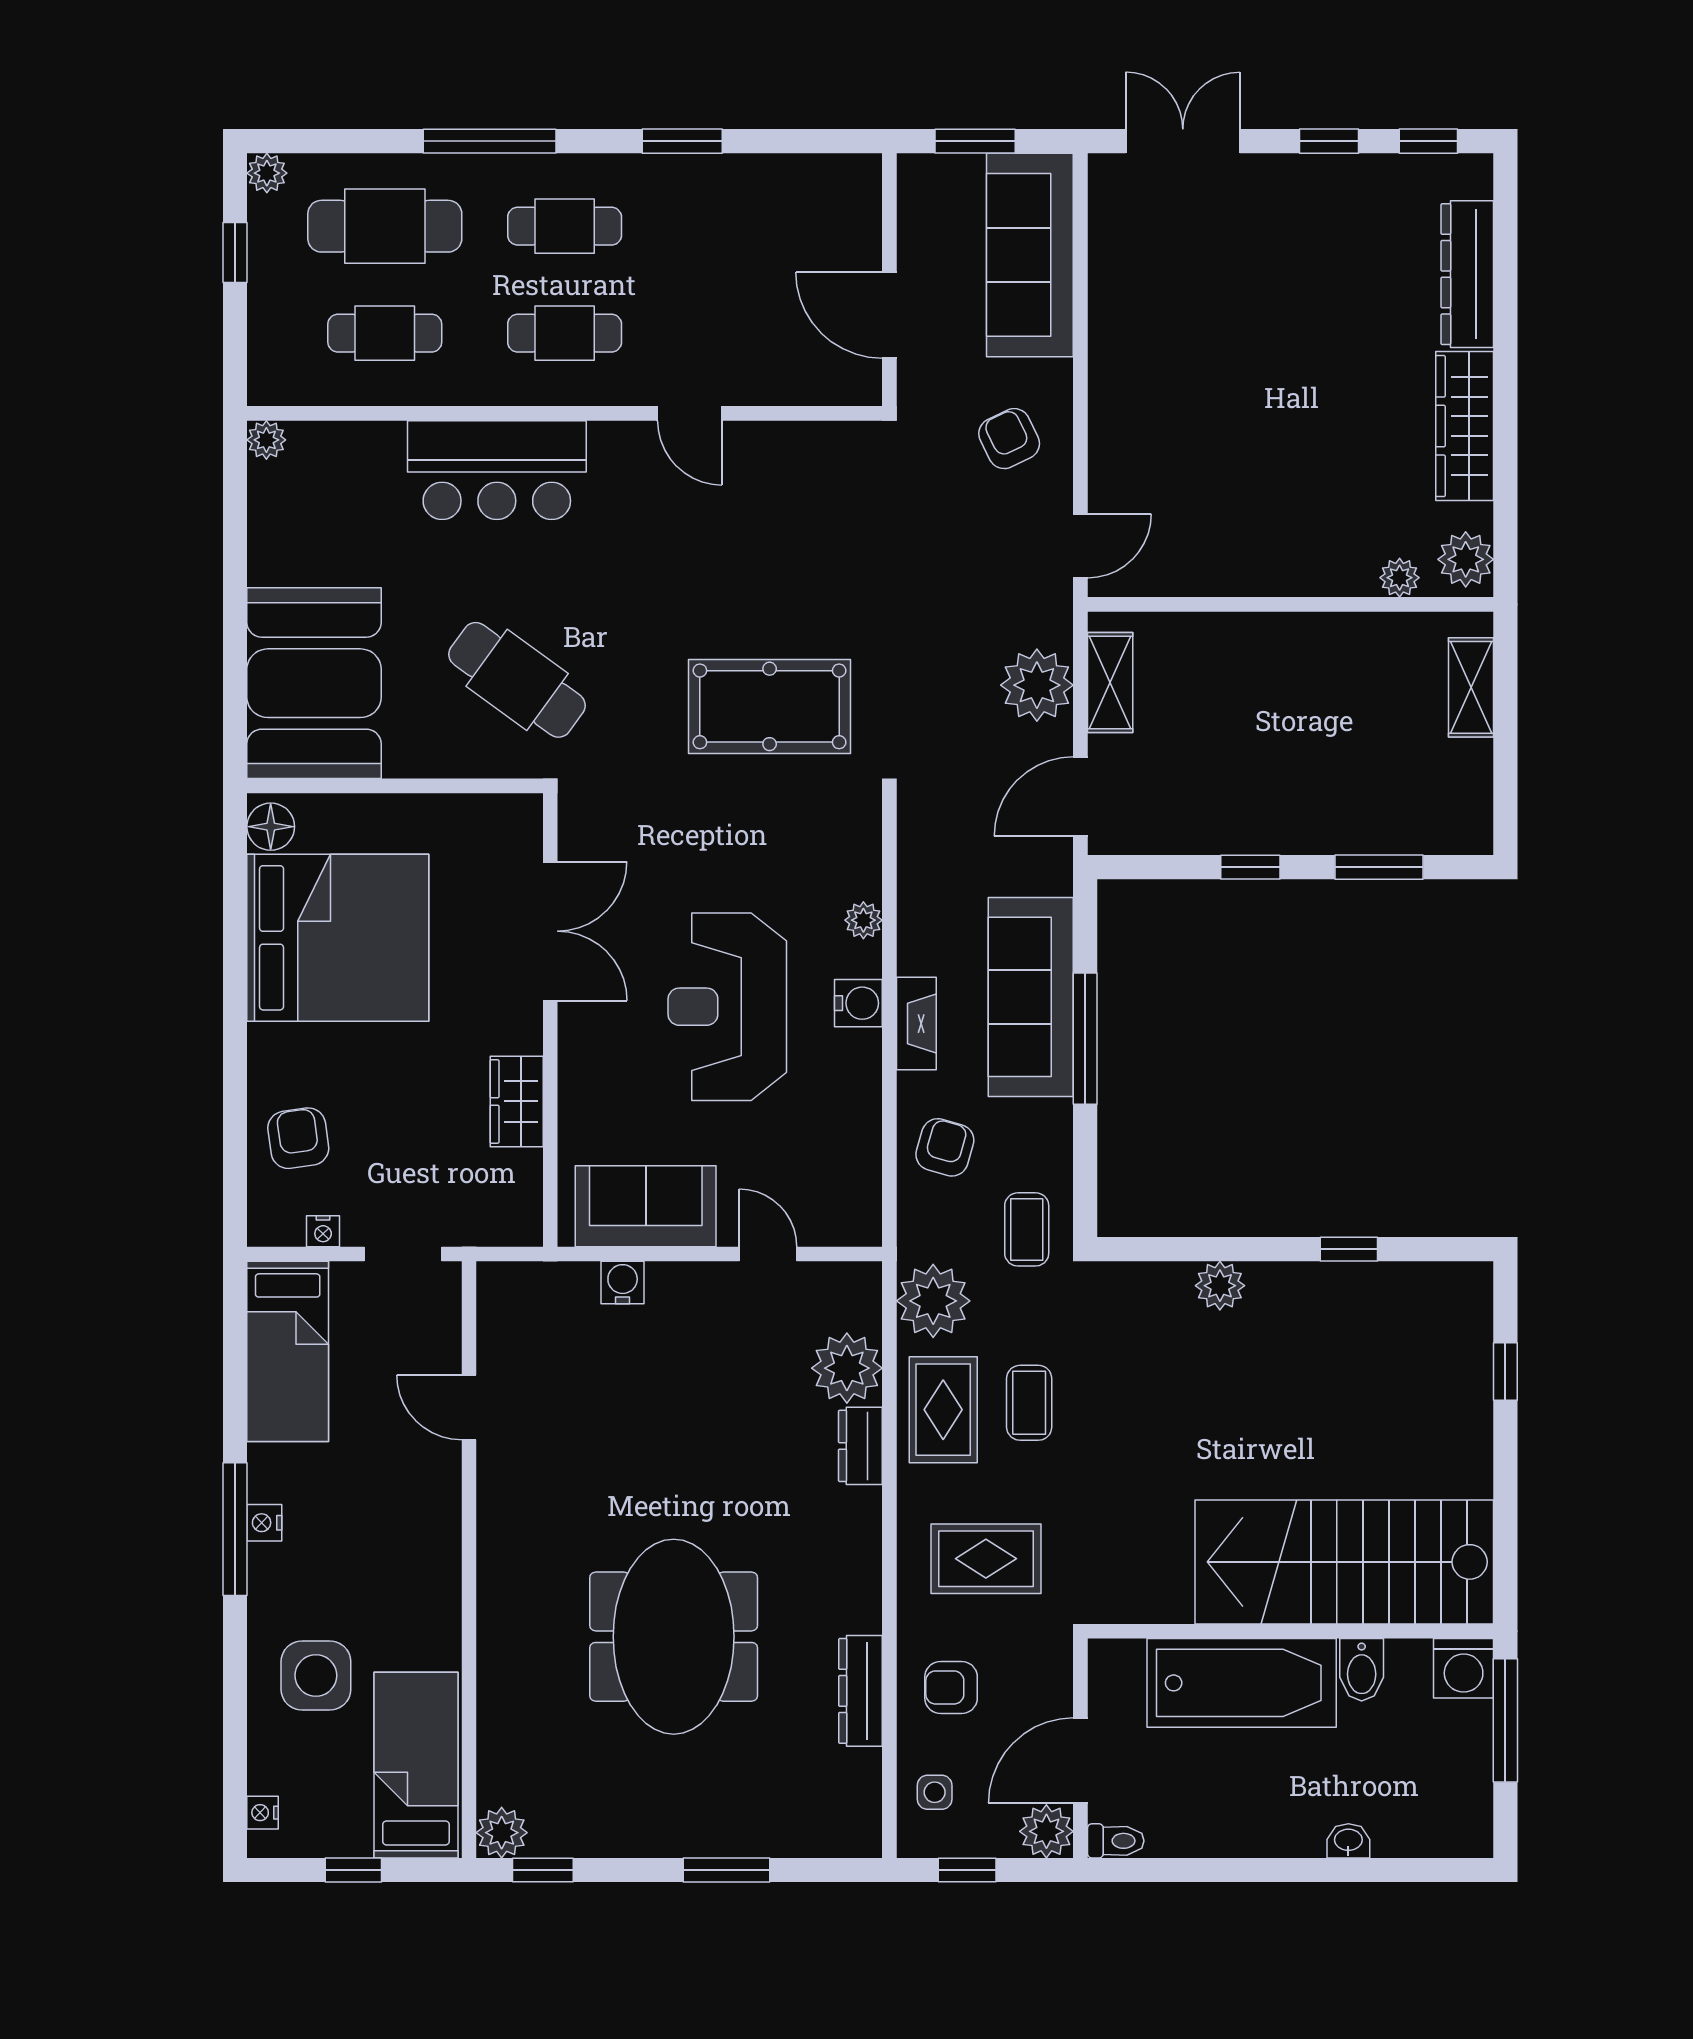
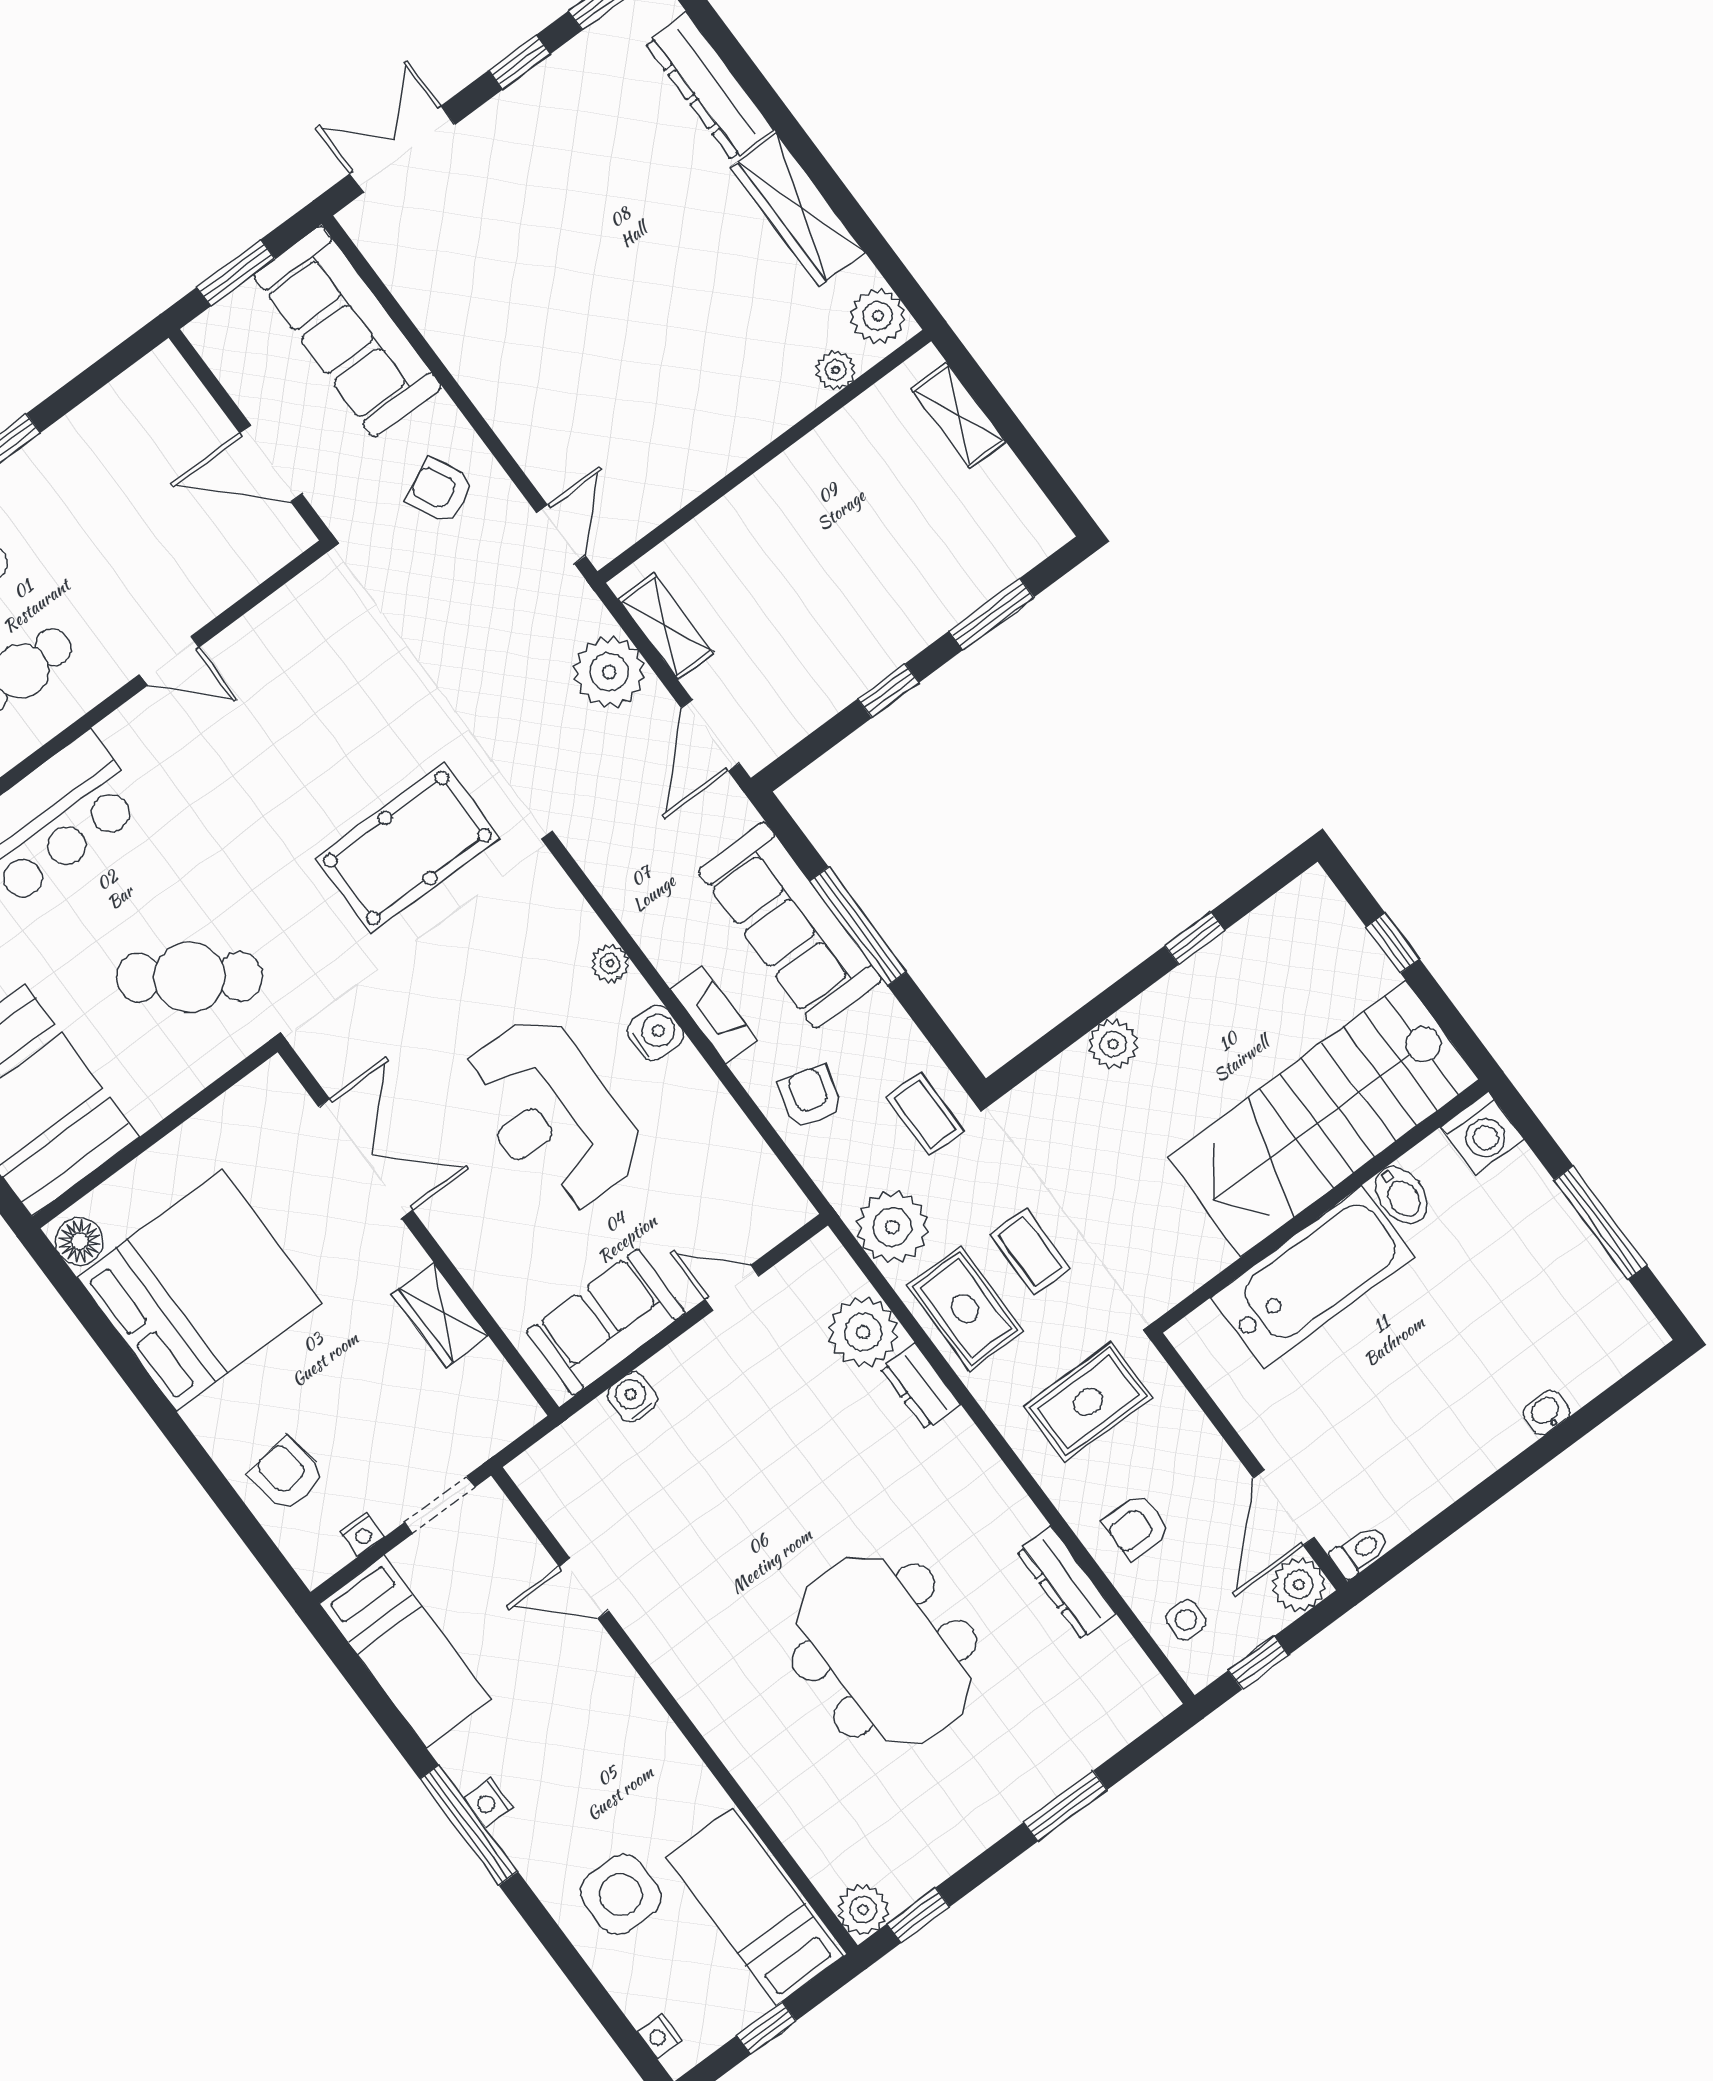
stairs: (1344, 1562) -> (1323, 1119), moved
wall: (1291, 1631) -> (1321, 1206), moved
washing machine: (1464, 1668) -> (1482, 1133), moved
bidet: (1362, 1670) -> (1401, 1195), moved
bathtub: (1242, 1683) -> (1313, 1277), moved

